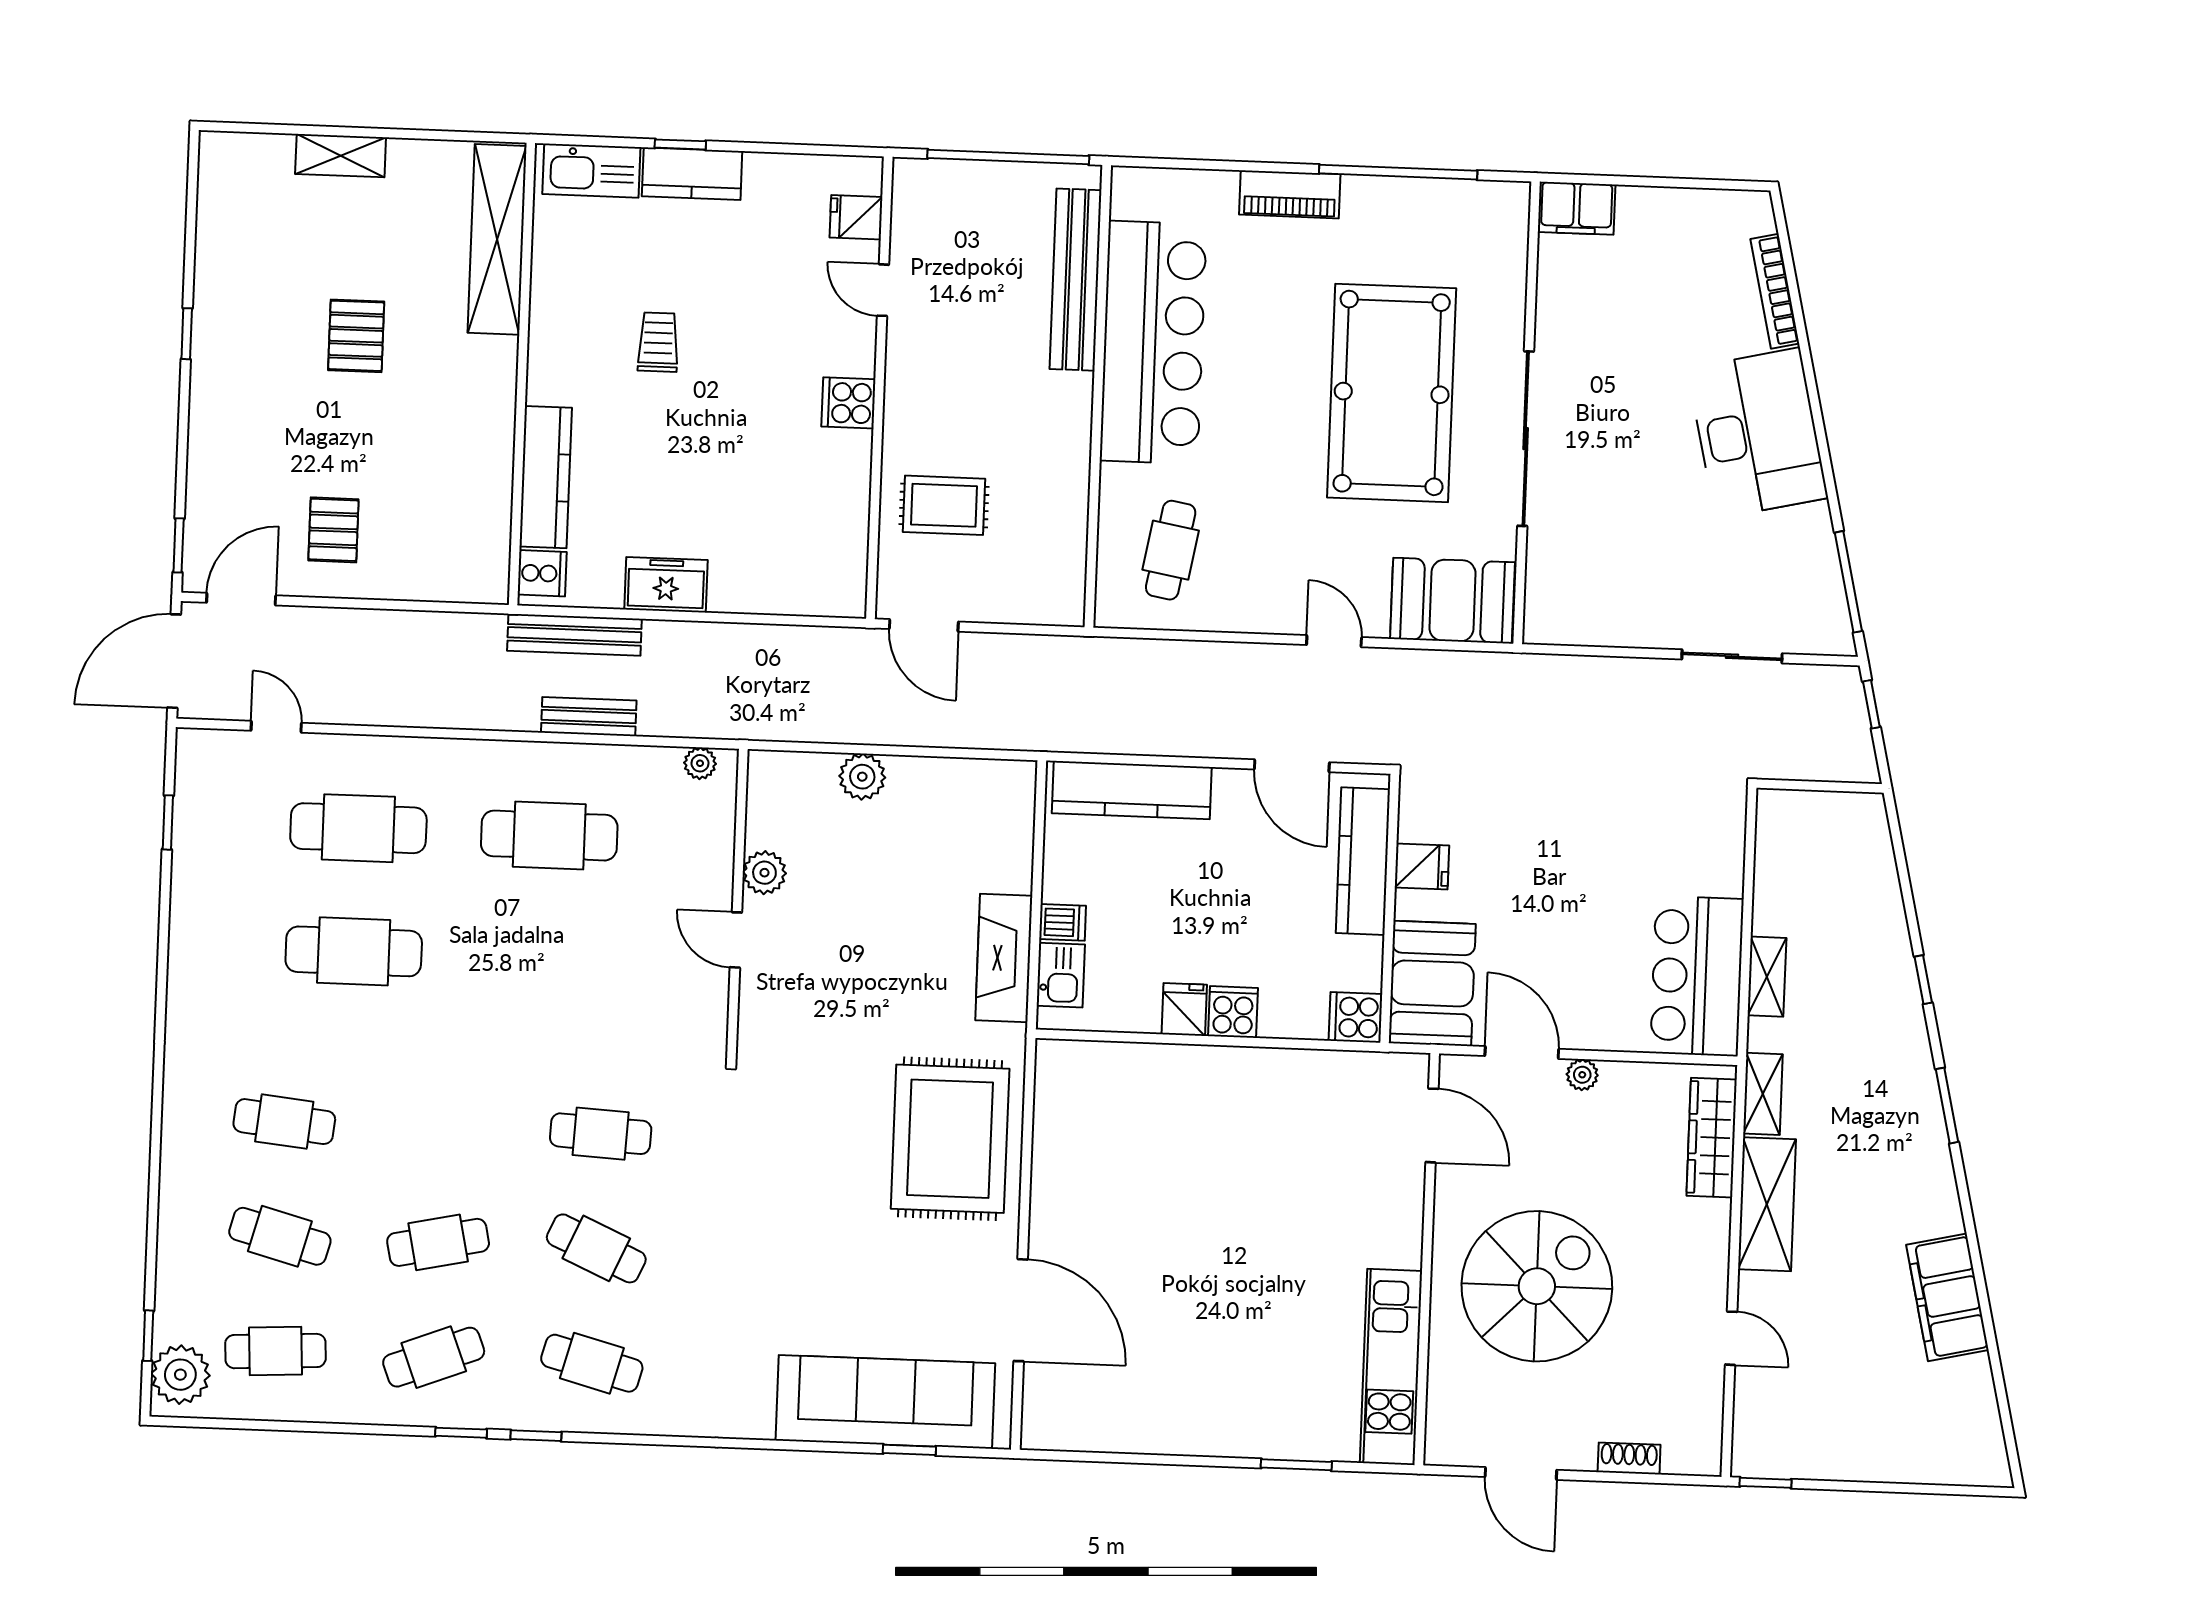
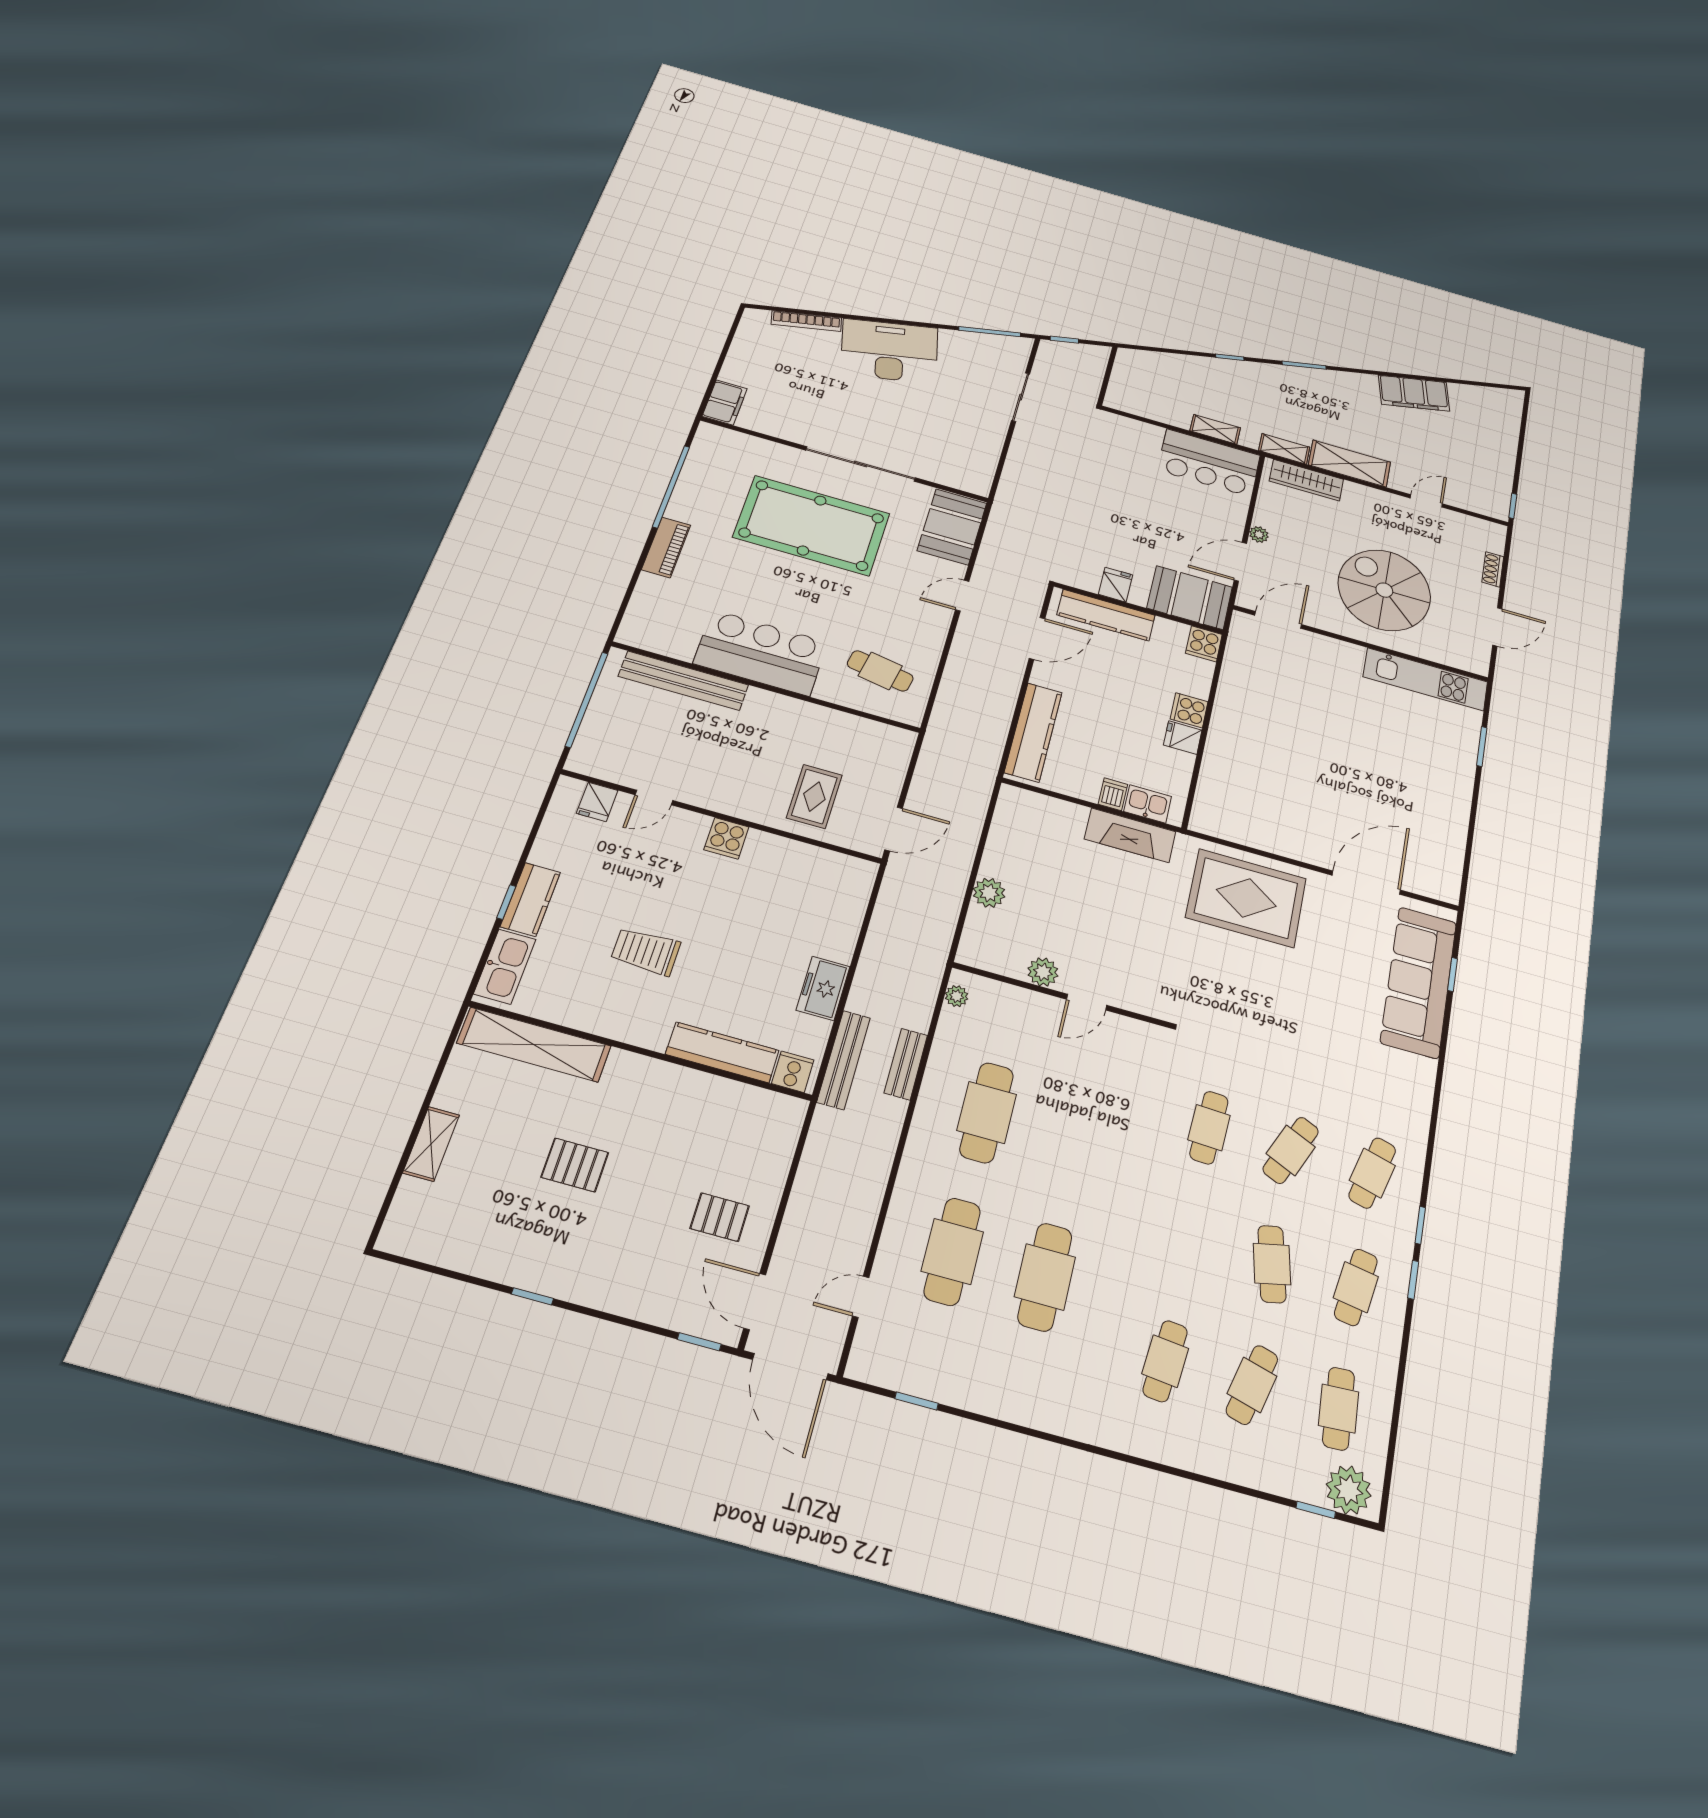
trolley: (658, 342) -> (646, 951), width x1.36, depth x1.39
bar counter: (1153, 342) -> (761, 653), width x0.73
cafe table: (434, 1357) -> (1356, 1287), turned 30

